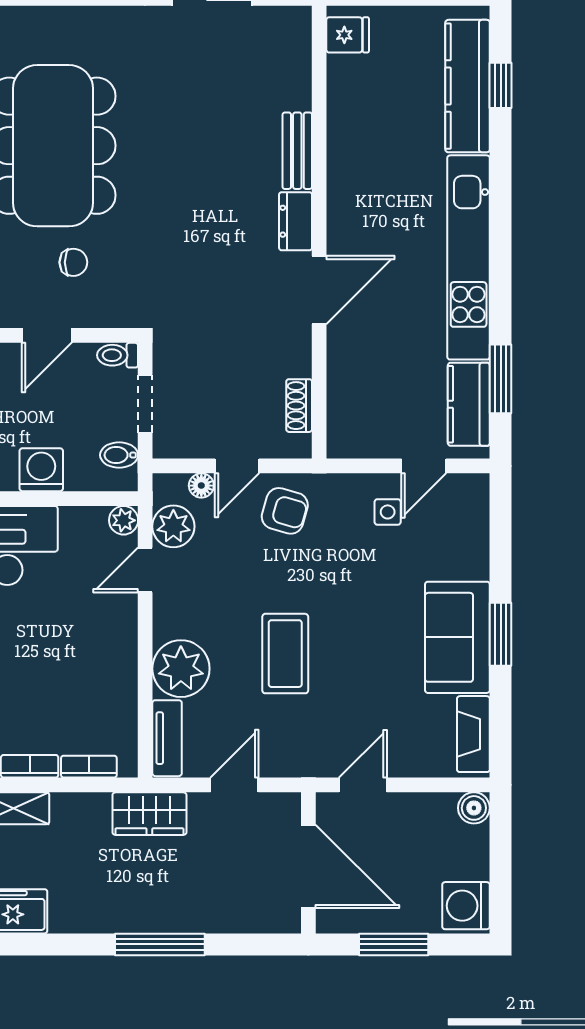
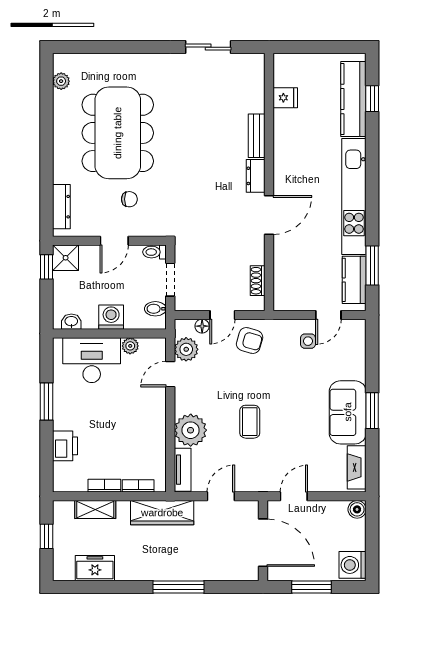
fridge: (348, 35) -> (285, 98), moved
plant: (124, 520) -> (130, 346), moved
coffee table: (285, 654) -> (250, 422), width x0.73, depth x0.77
wardrobe: (149, 814) -> (162, 513), width x1.50

